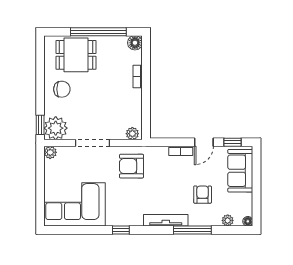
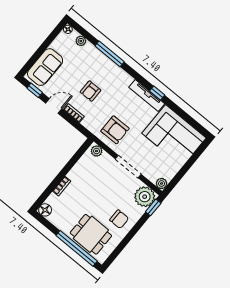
window: (98, 32) -> (77, 248), moved
chair: (62, 89) -> (119, 219), turned 180
armchair: (203, 195) -> (90, 91), moved
tv unit: (166, 220) -> (147, 95), moved

